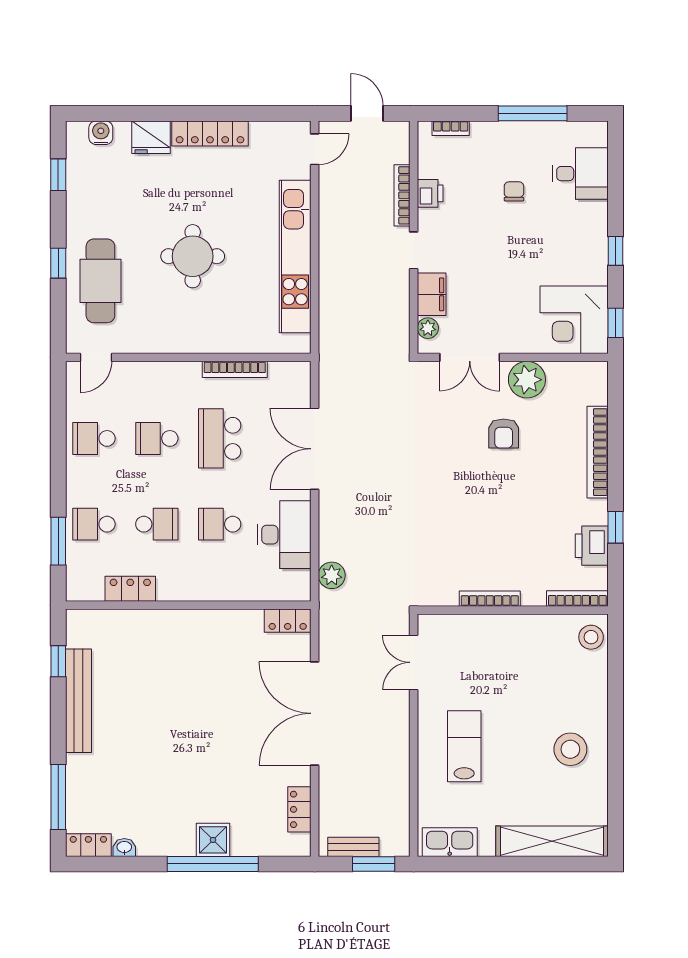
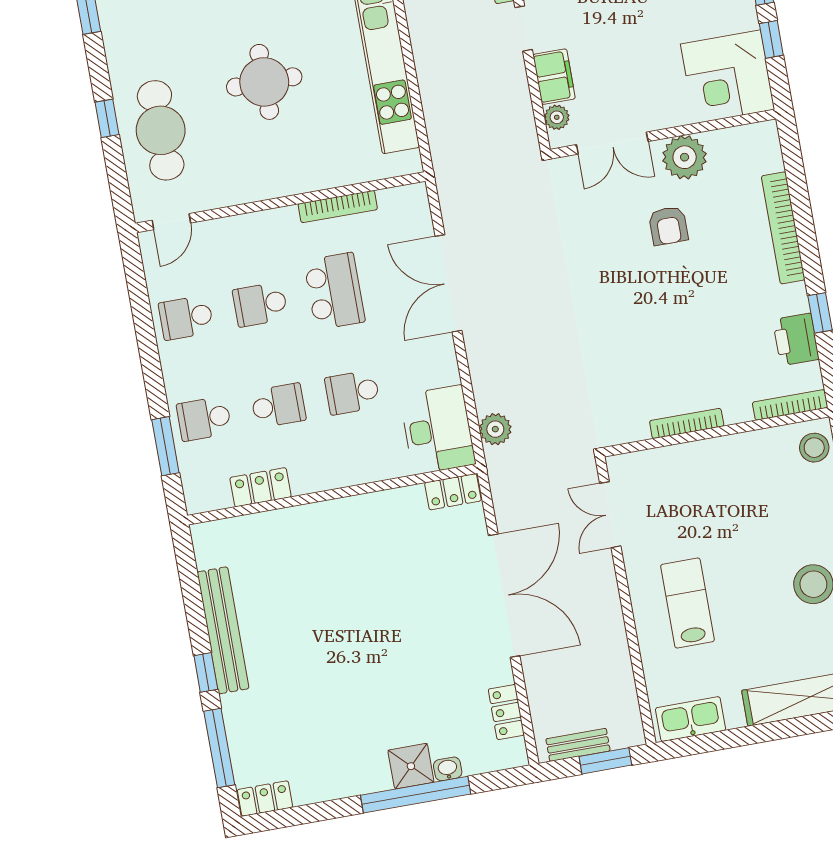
window: (616, 323) -> (771, 39), moved
school desk: (220, 438) -> (334, 291), turned 180
desk: (284, 535) -> (438, 430), moved
window: (58, 661) -> (206, 672), moved
double door: (315, 713) -> (504, 596), swing flipped
washbasin: (124, 848) -> (448, 769), moved

